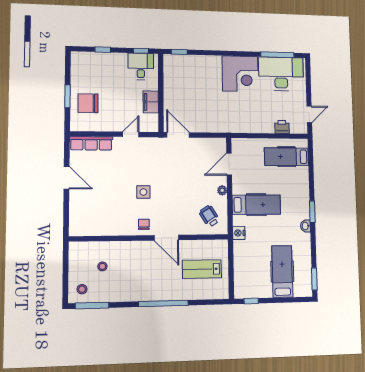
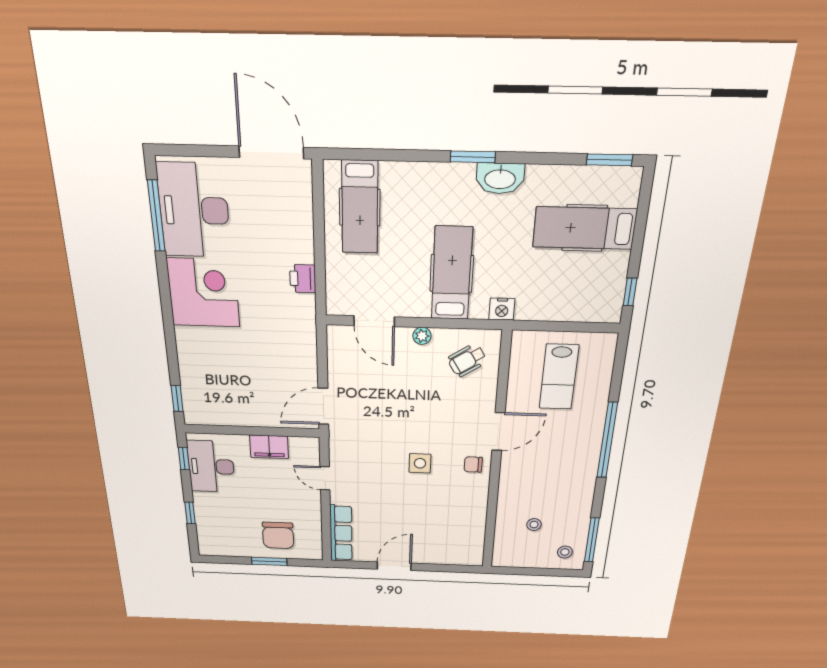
desk: (141, 66) -> (211, 467), width x1.37
door: (309, 114) -> (271, 152), width x1.87
printer: (282, 127) -> (303, 279), moved
washbasin: (306, 226) -> (500, 178), width x1.91, depth x1.45

